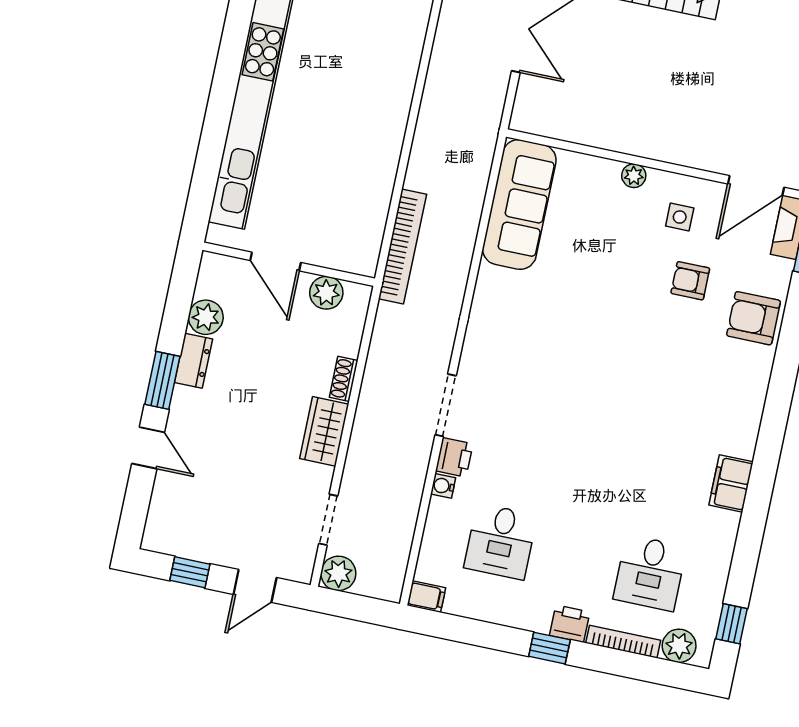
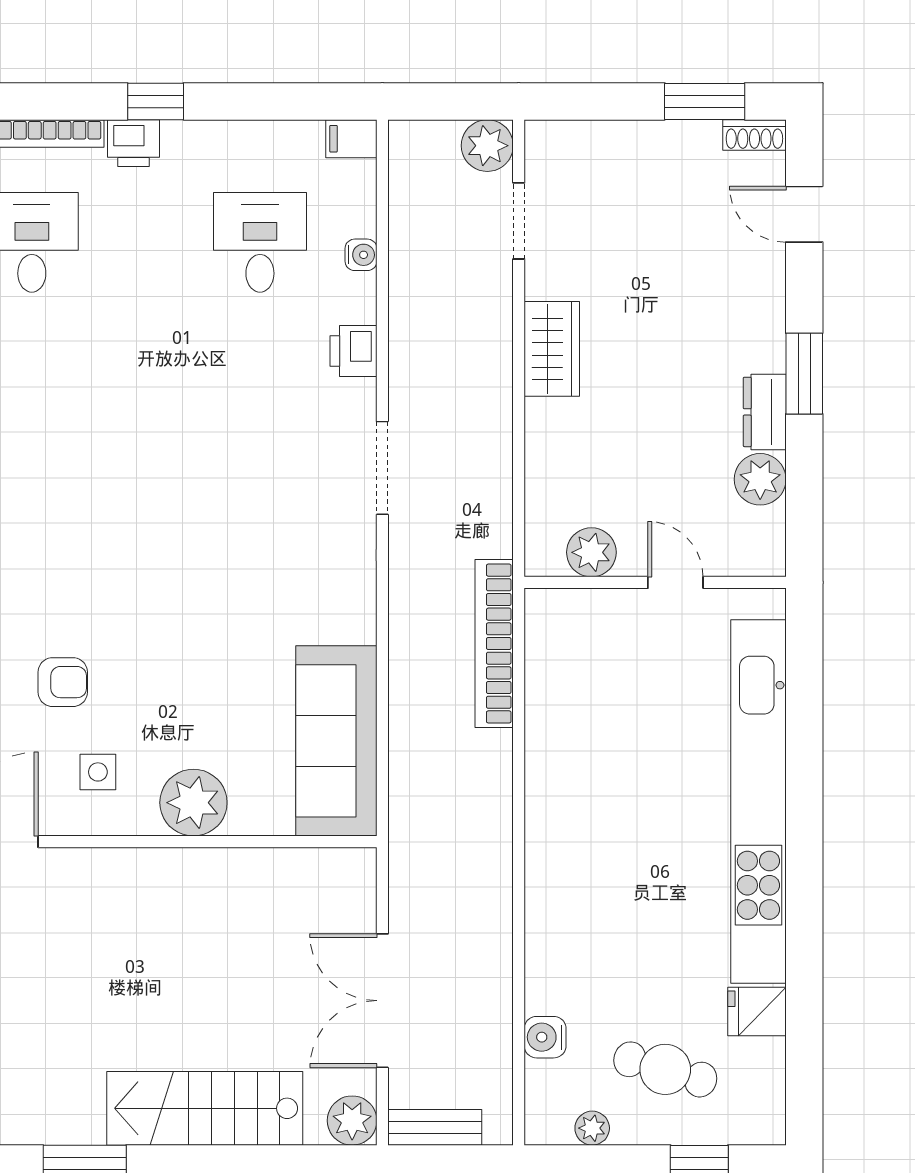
plant: (634, 176) -> (193, 803), width x1.87, depth x1.87
door: (275, 261) -> (675, 582), width x0.73
shoe rack: (344, 379) -> (754, 135), moved, turned 90
doorway: (446, 405) -> (382, 468), moved
door: (148, 448) -> (804, 214), moved
water cooler: (443, 486) -> (361, 255), moved
window: (190, 572) -> (705, 101), width x1.50
door: (255, 586) -> (605, 101), removed

